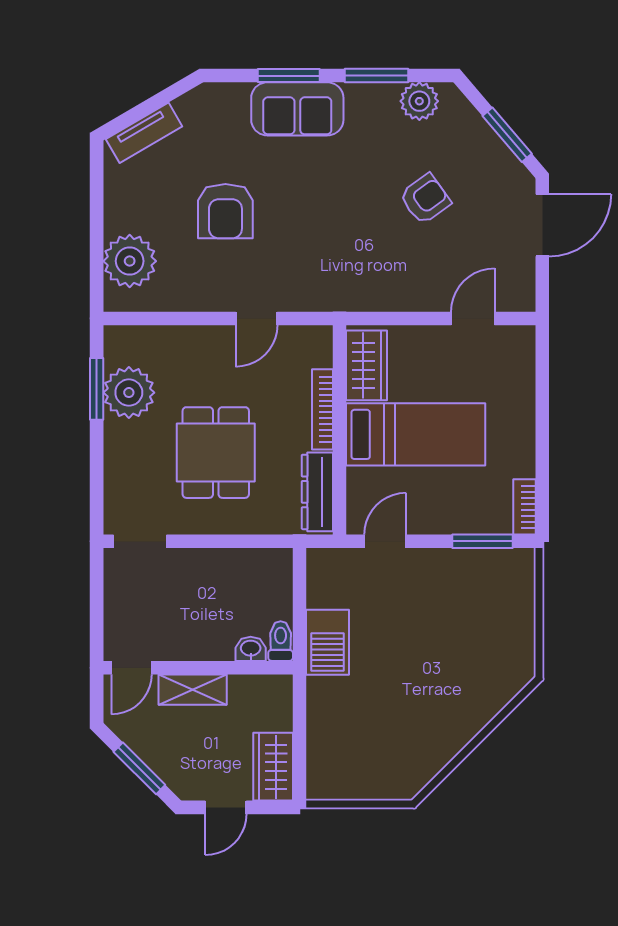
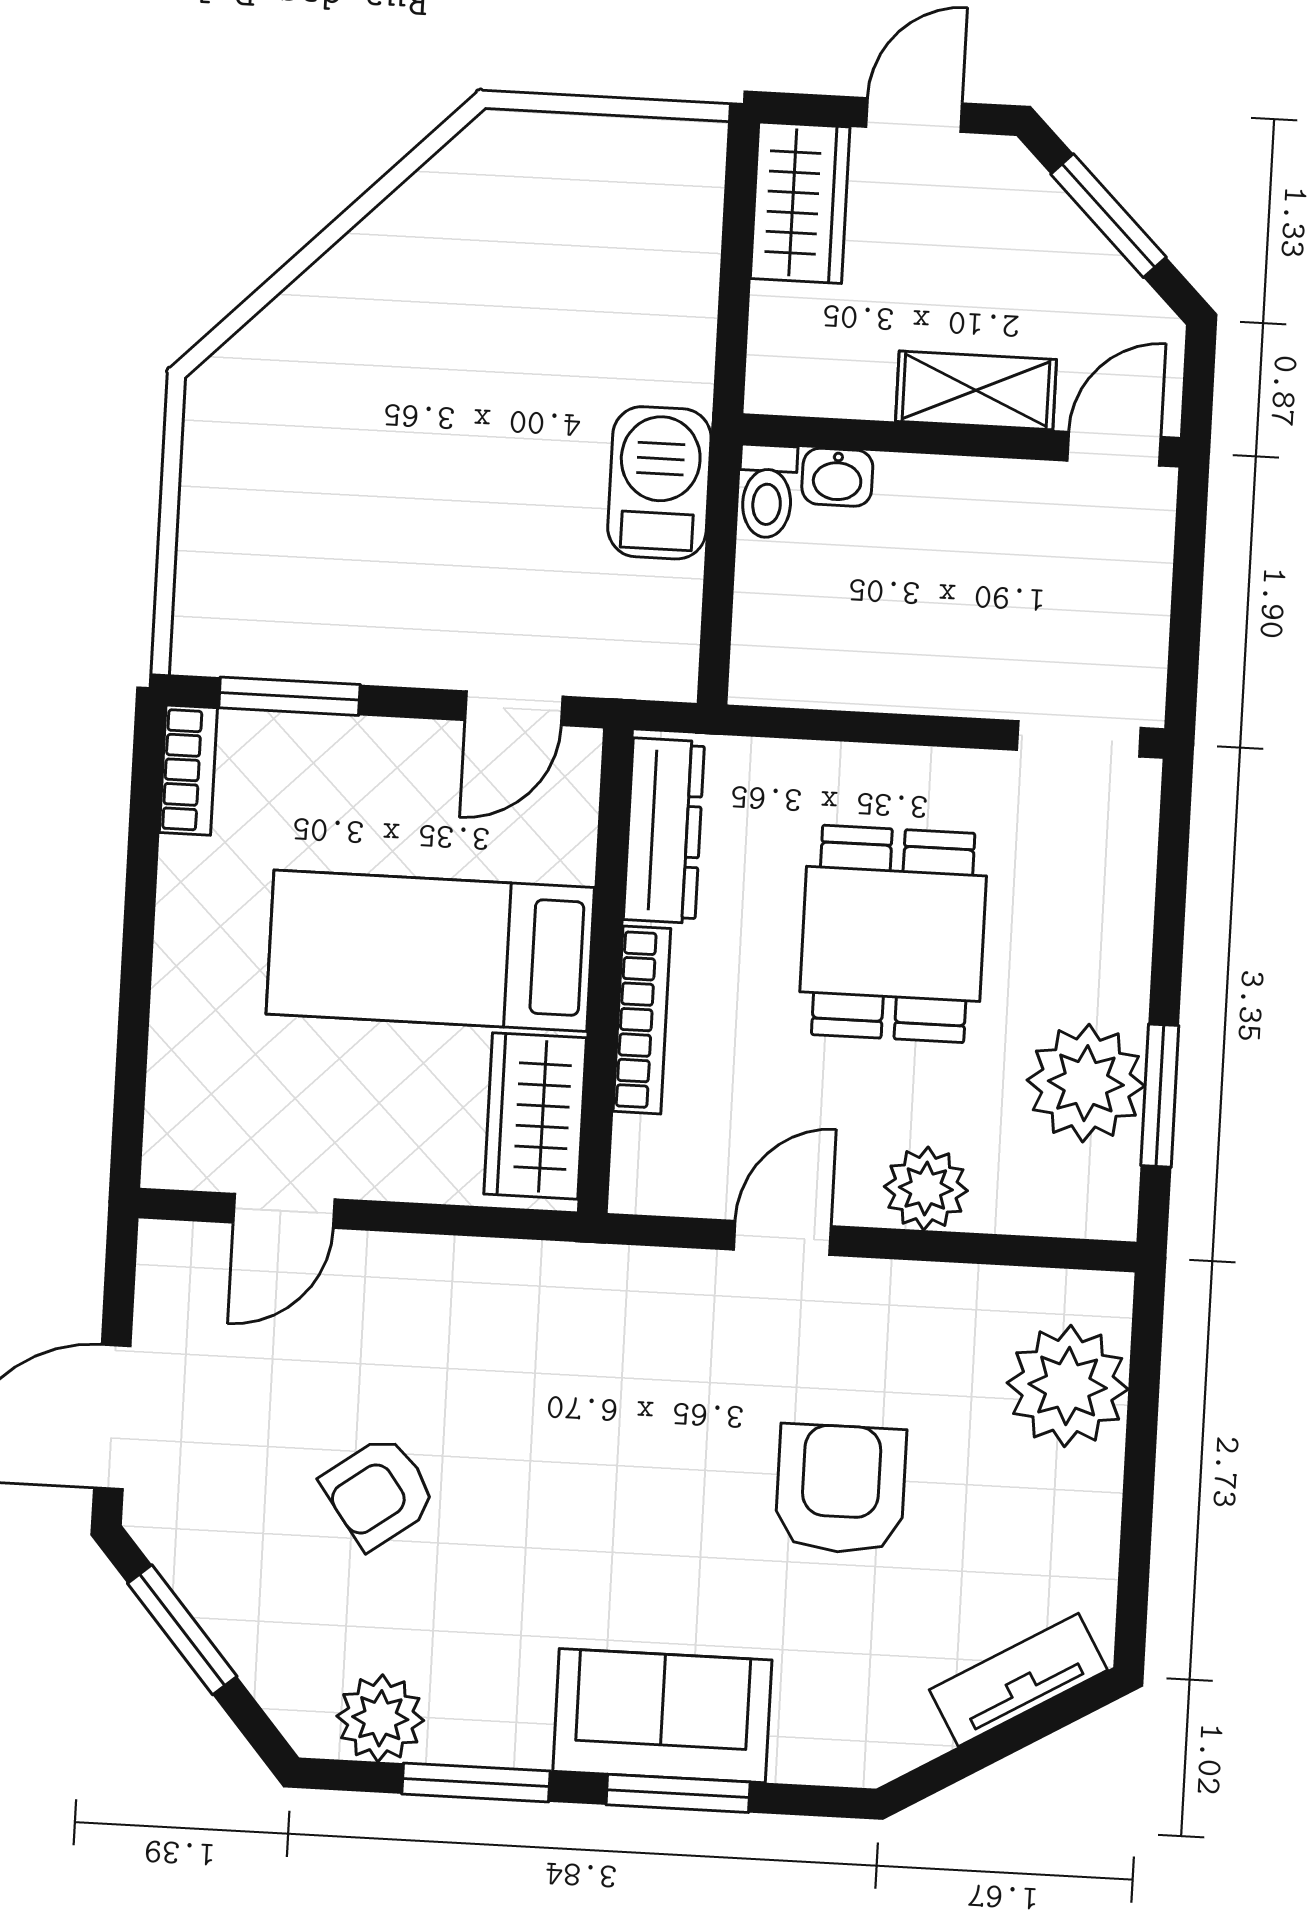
plant: (196, 343) -> (926, 1189), added

